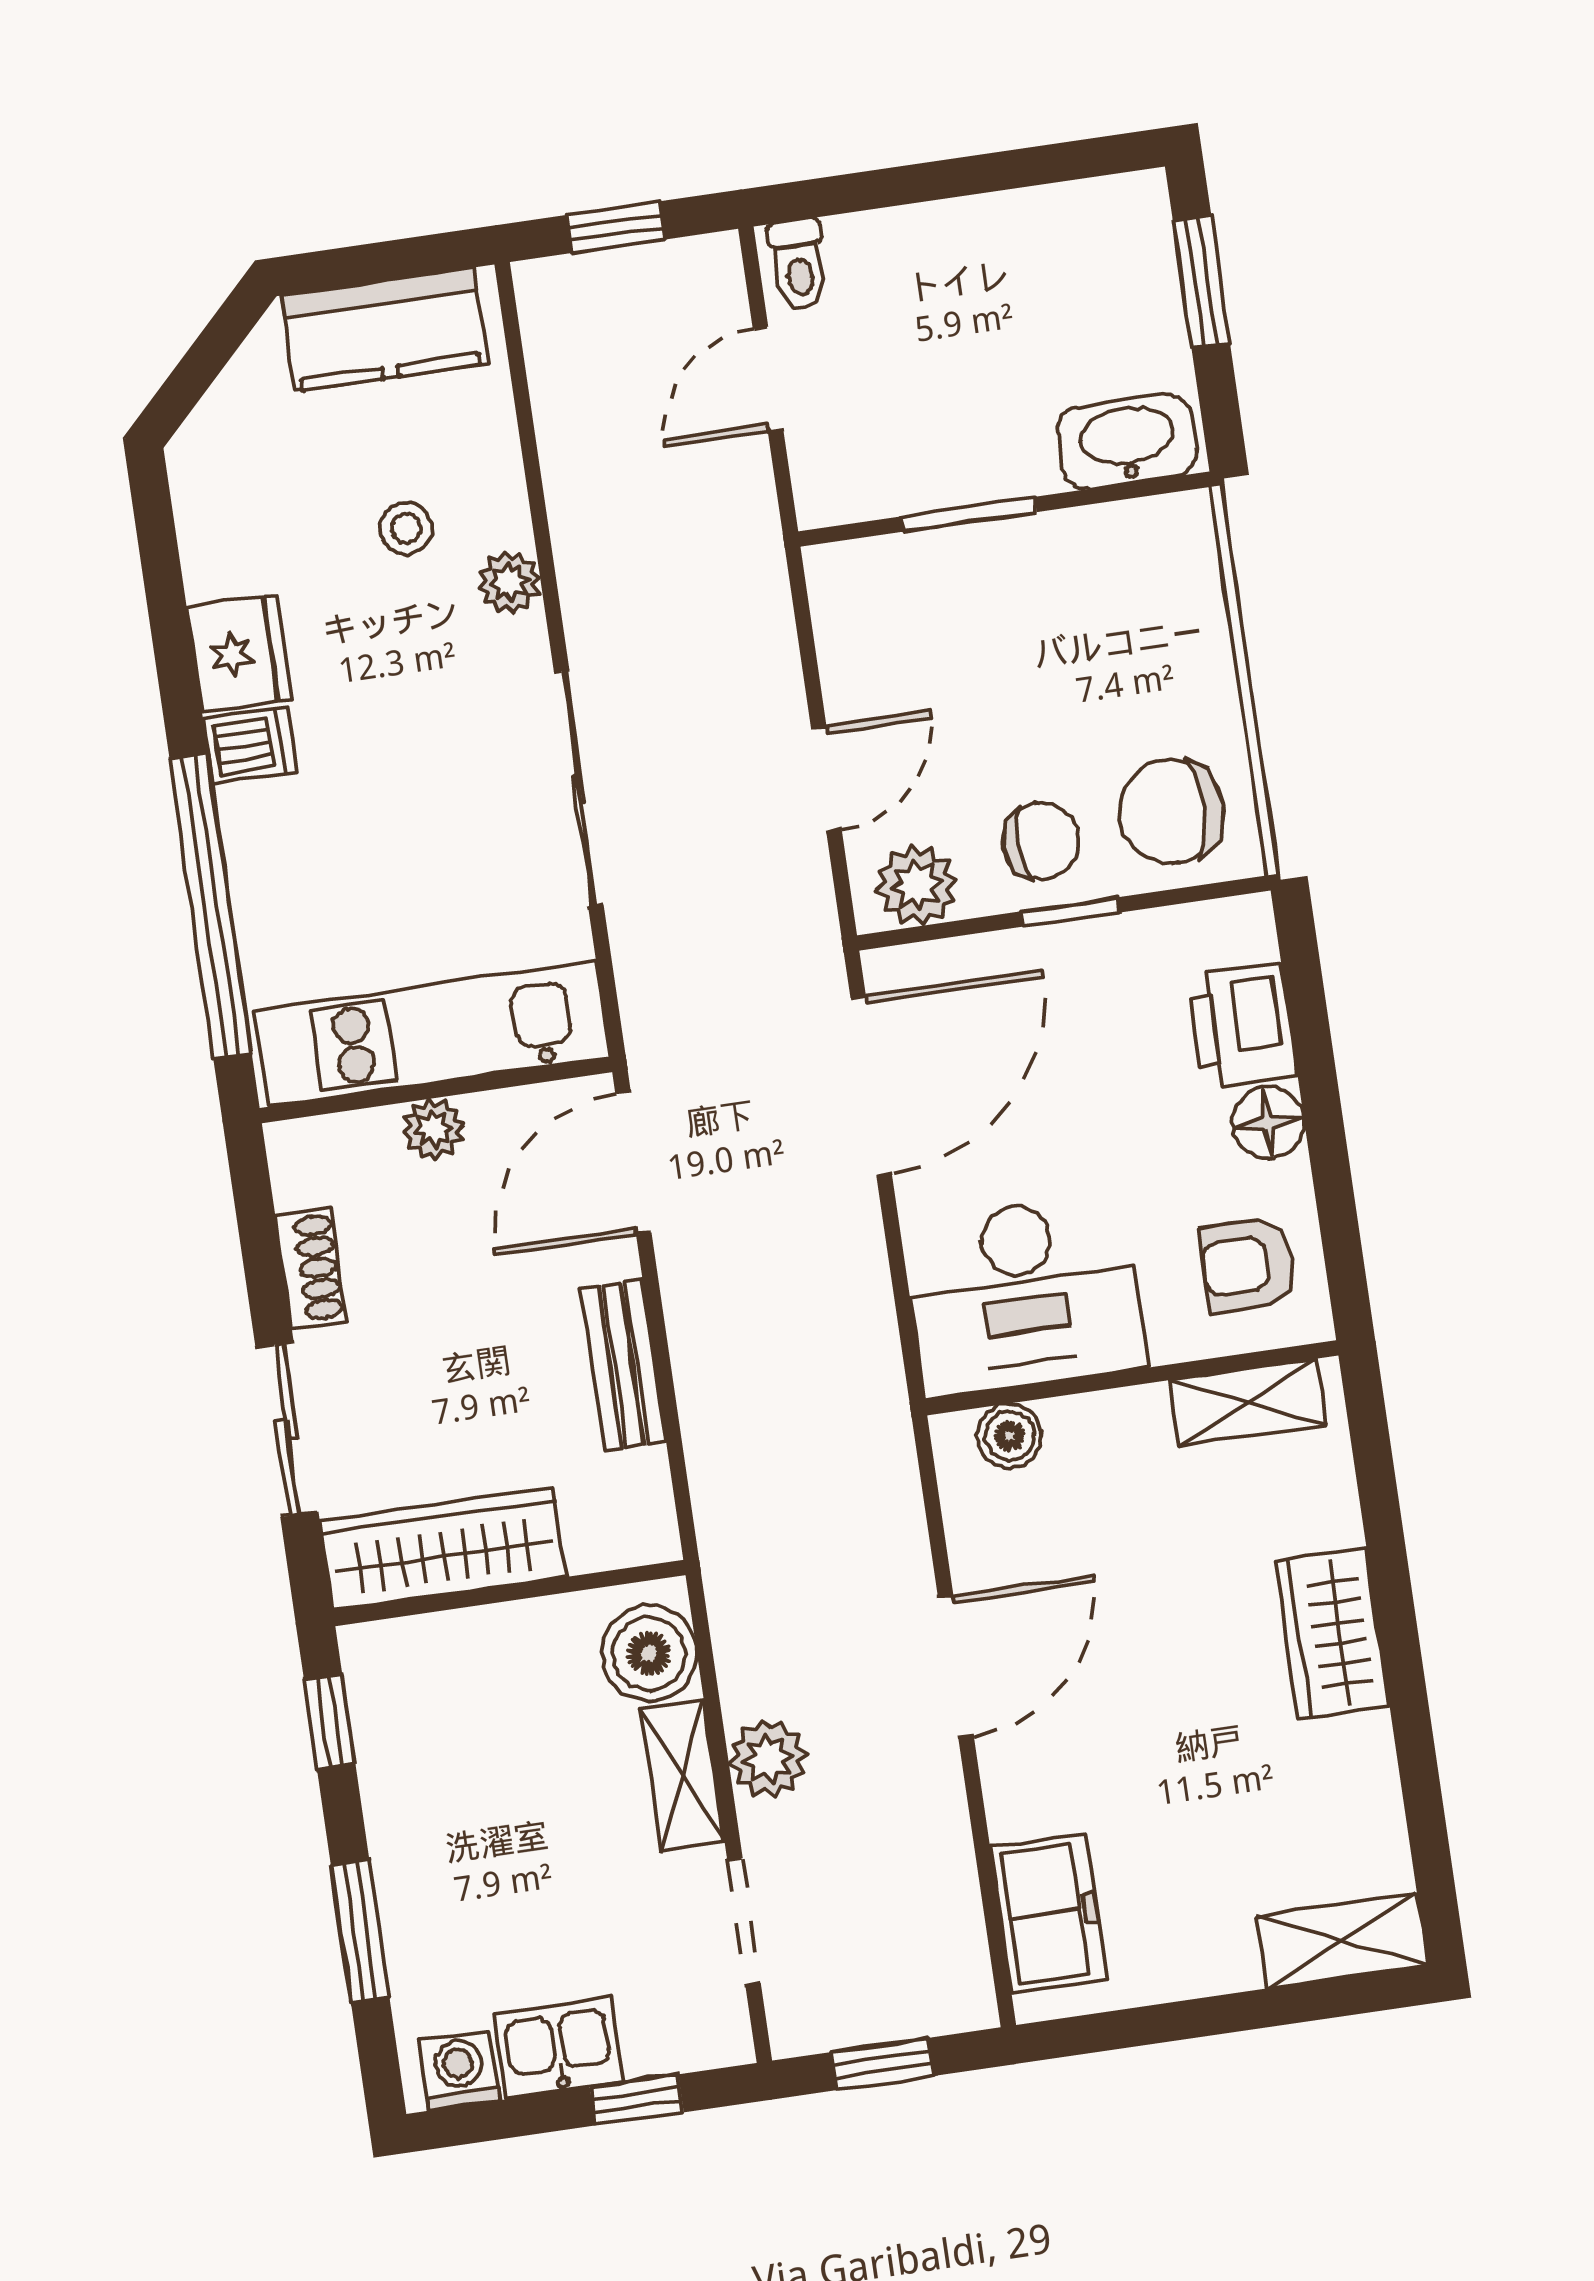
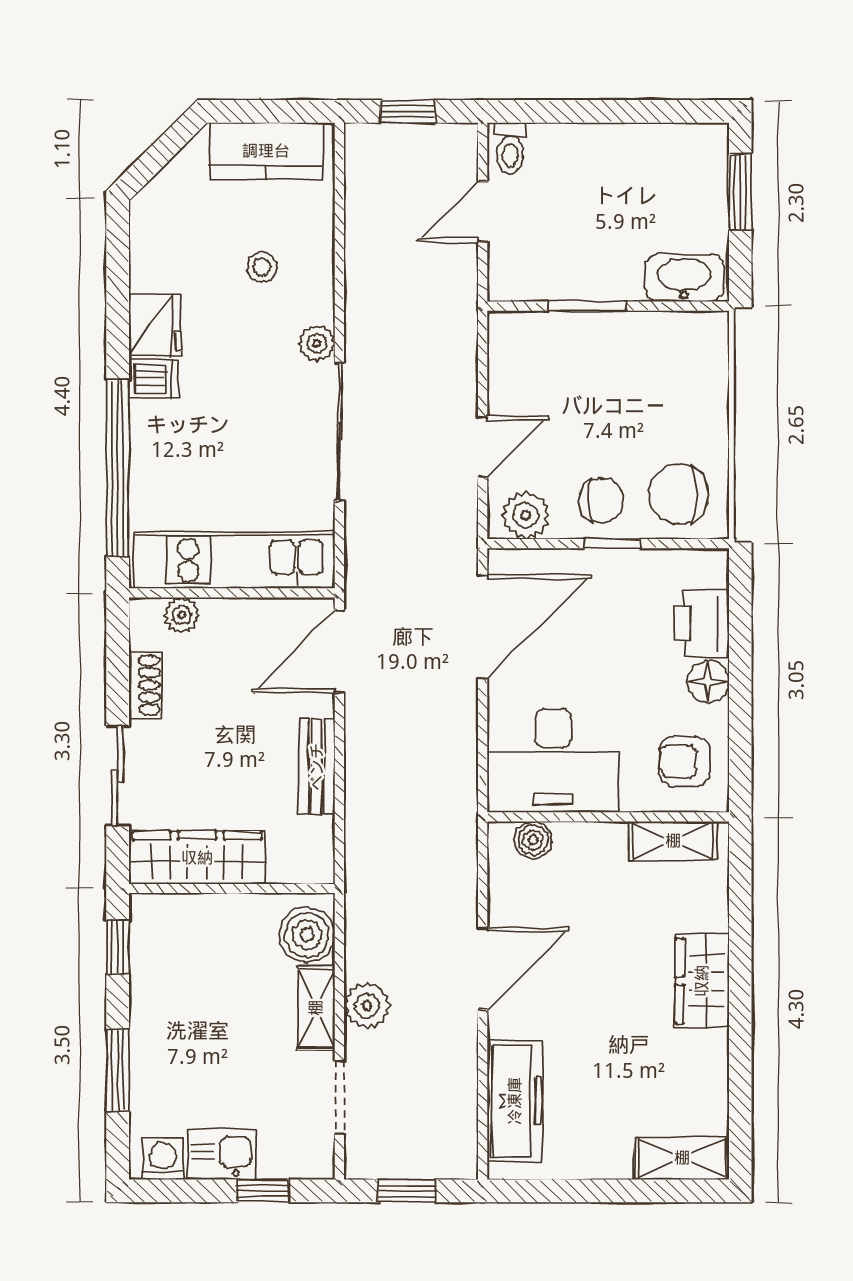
plant: (509, 582) -> (317, 343), moved
plant: (433, 1129) -> (182, 615), moved
freezer: (1048, 1913) -> (515, 1101), width x1.40

